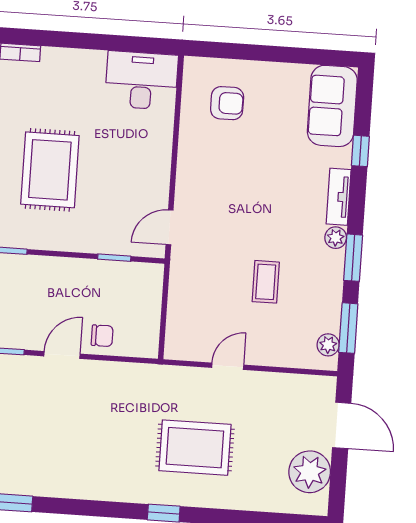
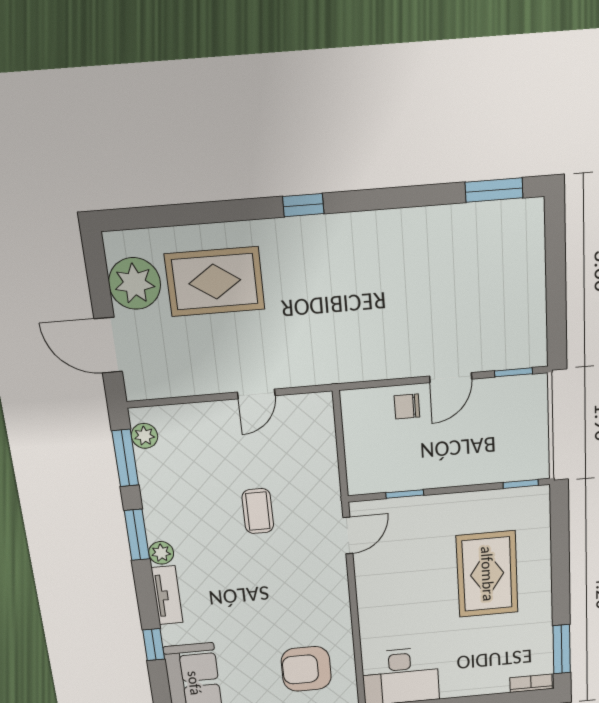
armchair: (227, 103) -> (306, 669), width x1.38, depth x1.38
coffee table: (266, 282) -> (258, 511), moved
rug: (195, 448) -> (215, 282), moved

